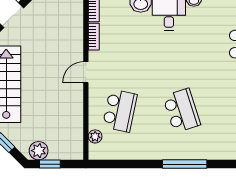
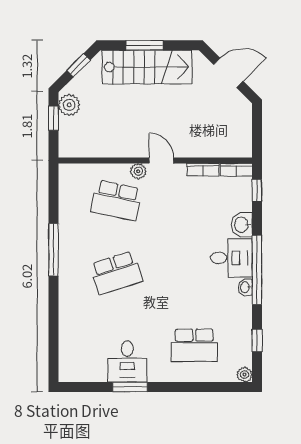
plant: (95, 136) -> (138, 171), moved
window: (185, 164) -> (53, 250), moved

